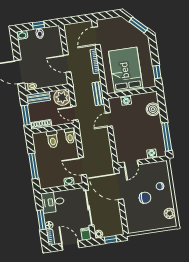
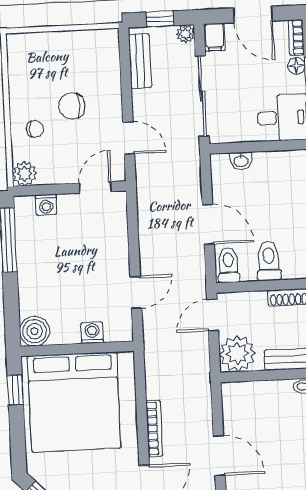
door: (67, 64) -> (219, 456), moved
bed: (126, 70) -> (74, 402), width x1.36
bench: (98, 94) -> (140, 61), moved
boiler: (153, 109) -> (35, 331), moved
door: (75, 113) -> (213, 315), swing flipped
door: (82, 166) -> (208, 224), moved
door: (119, 186) -> (129, 138), width x0.53
plant: (170, 213) -> (24, 174), moved

